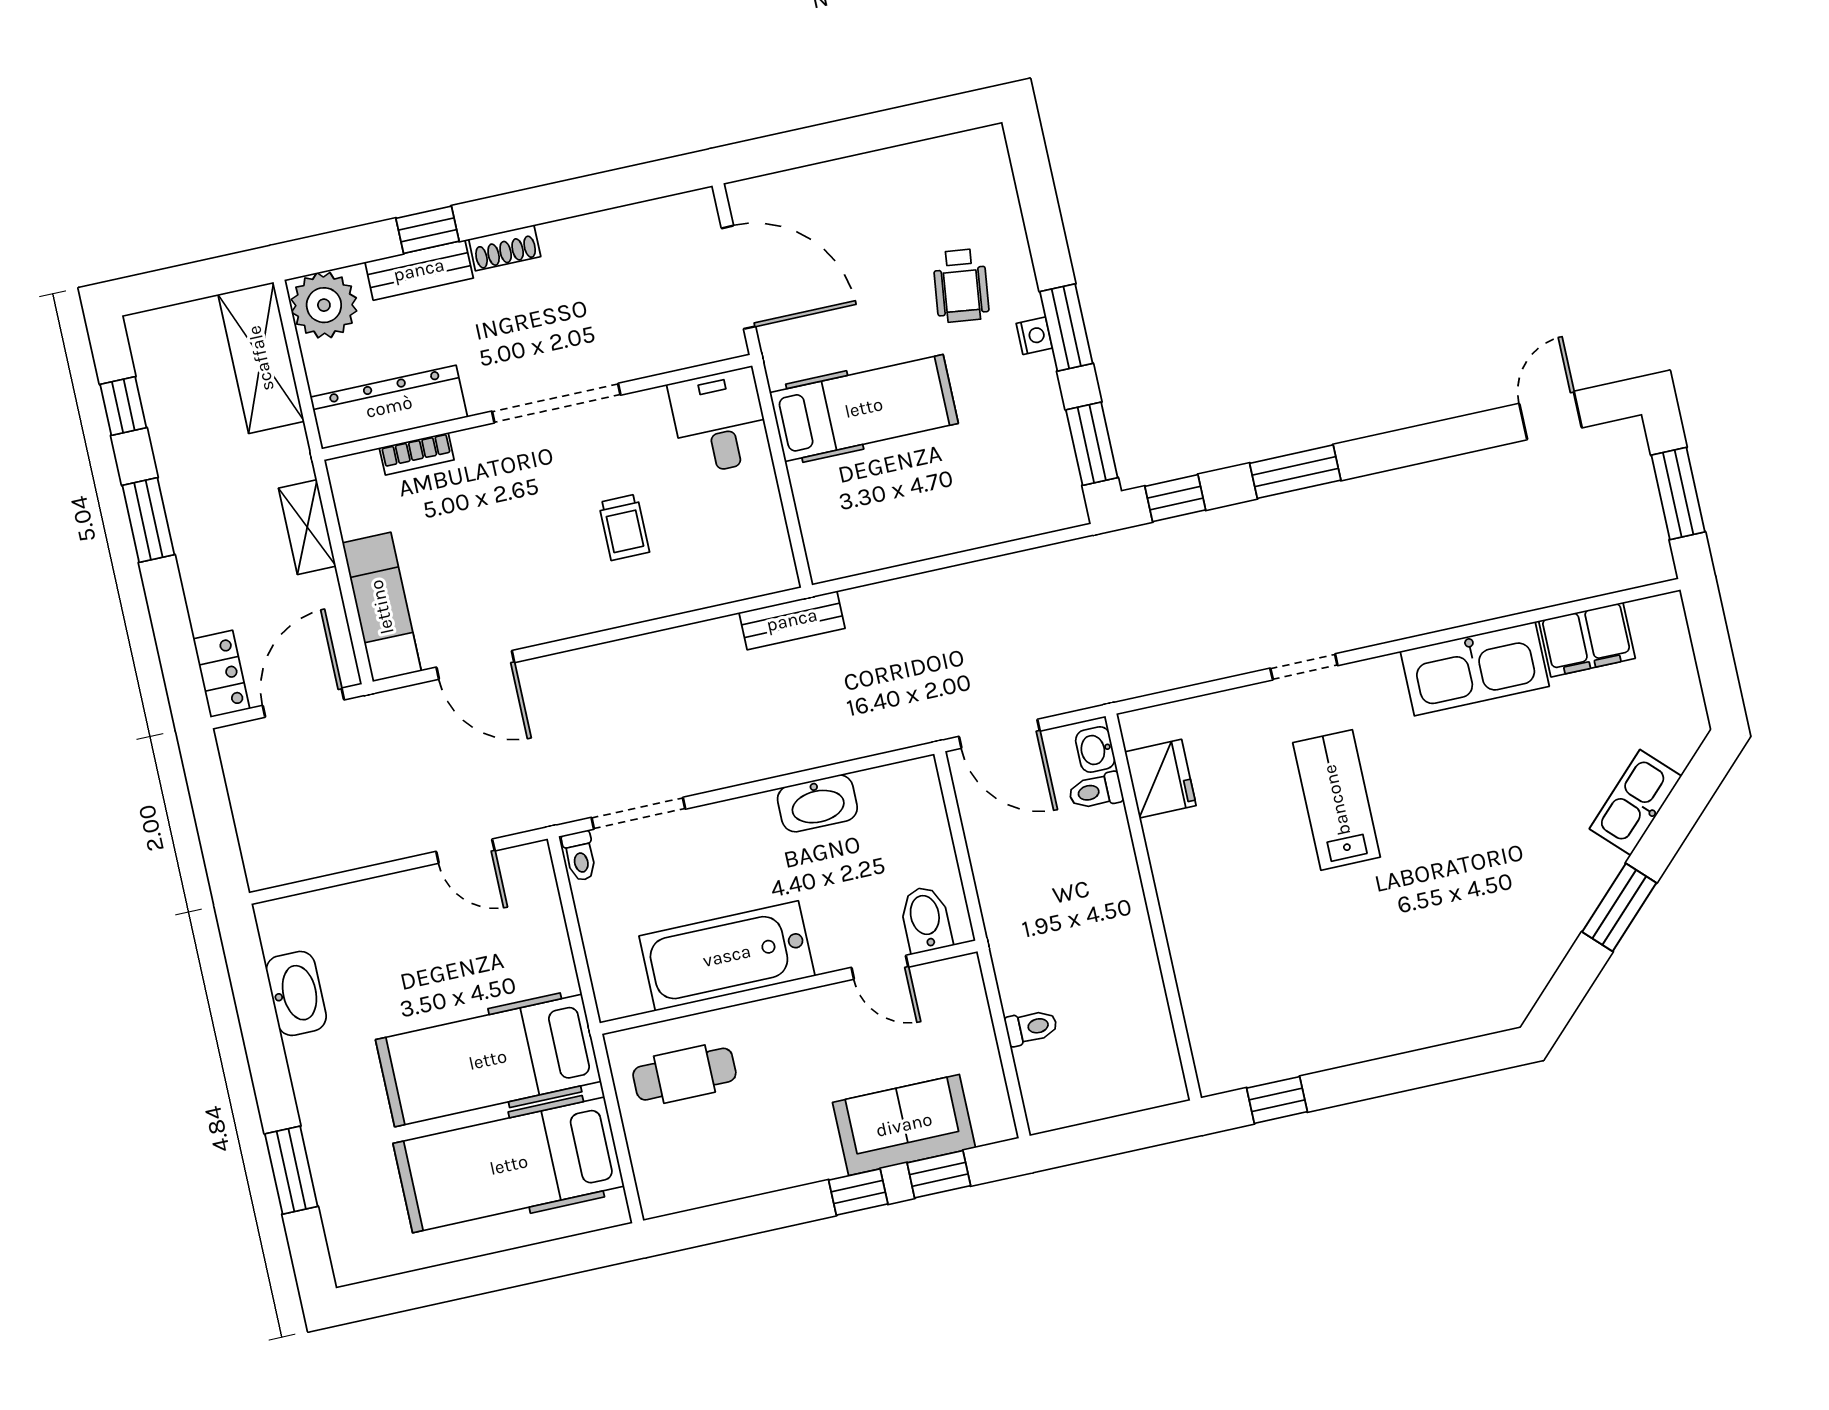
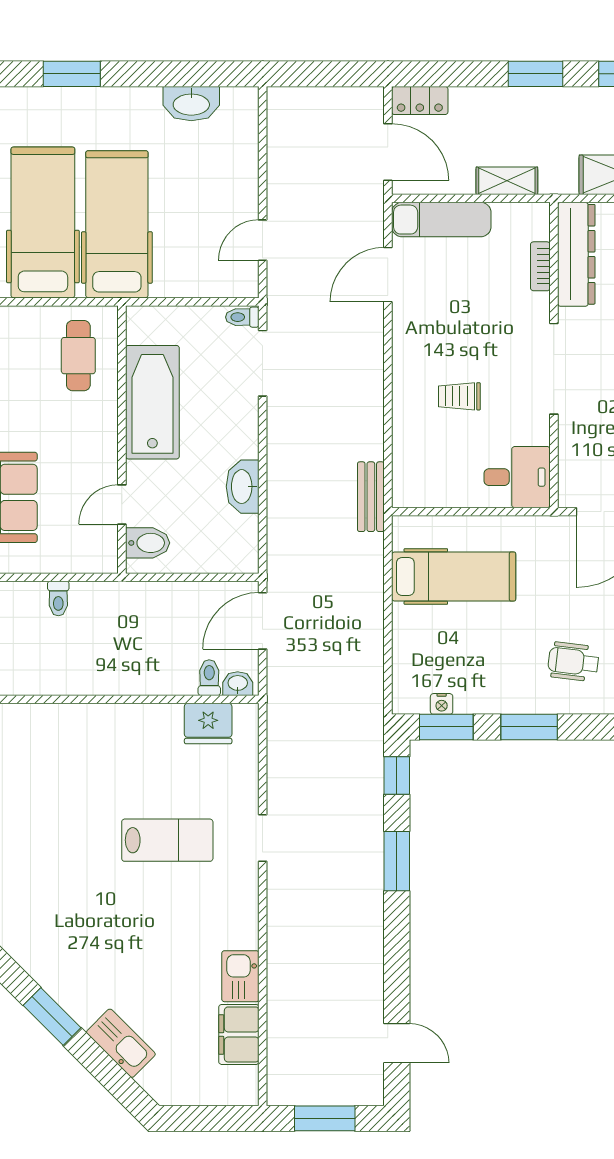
nightstand: (1034, 336) -> (442, 704), moved
hospital bed: (864, 408) -> (454, 576), moved, turned -90
kitchen sink: (1475, 669) -> (240, 976), width x0.53, depth x0.81

